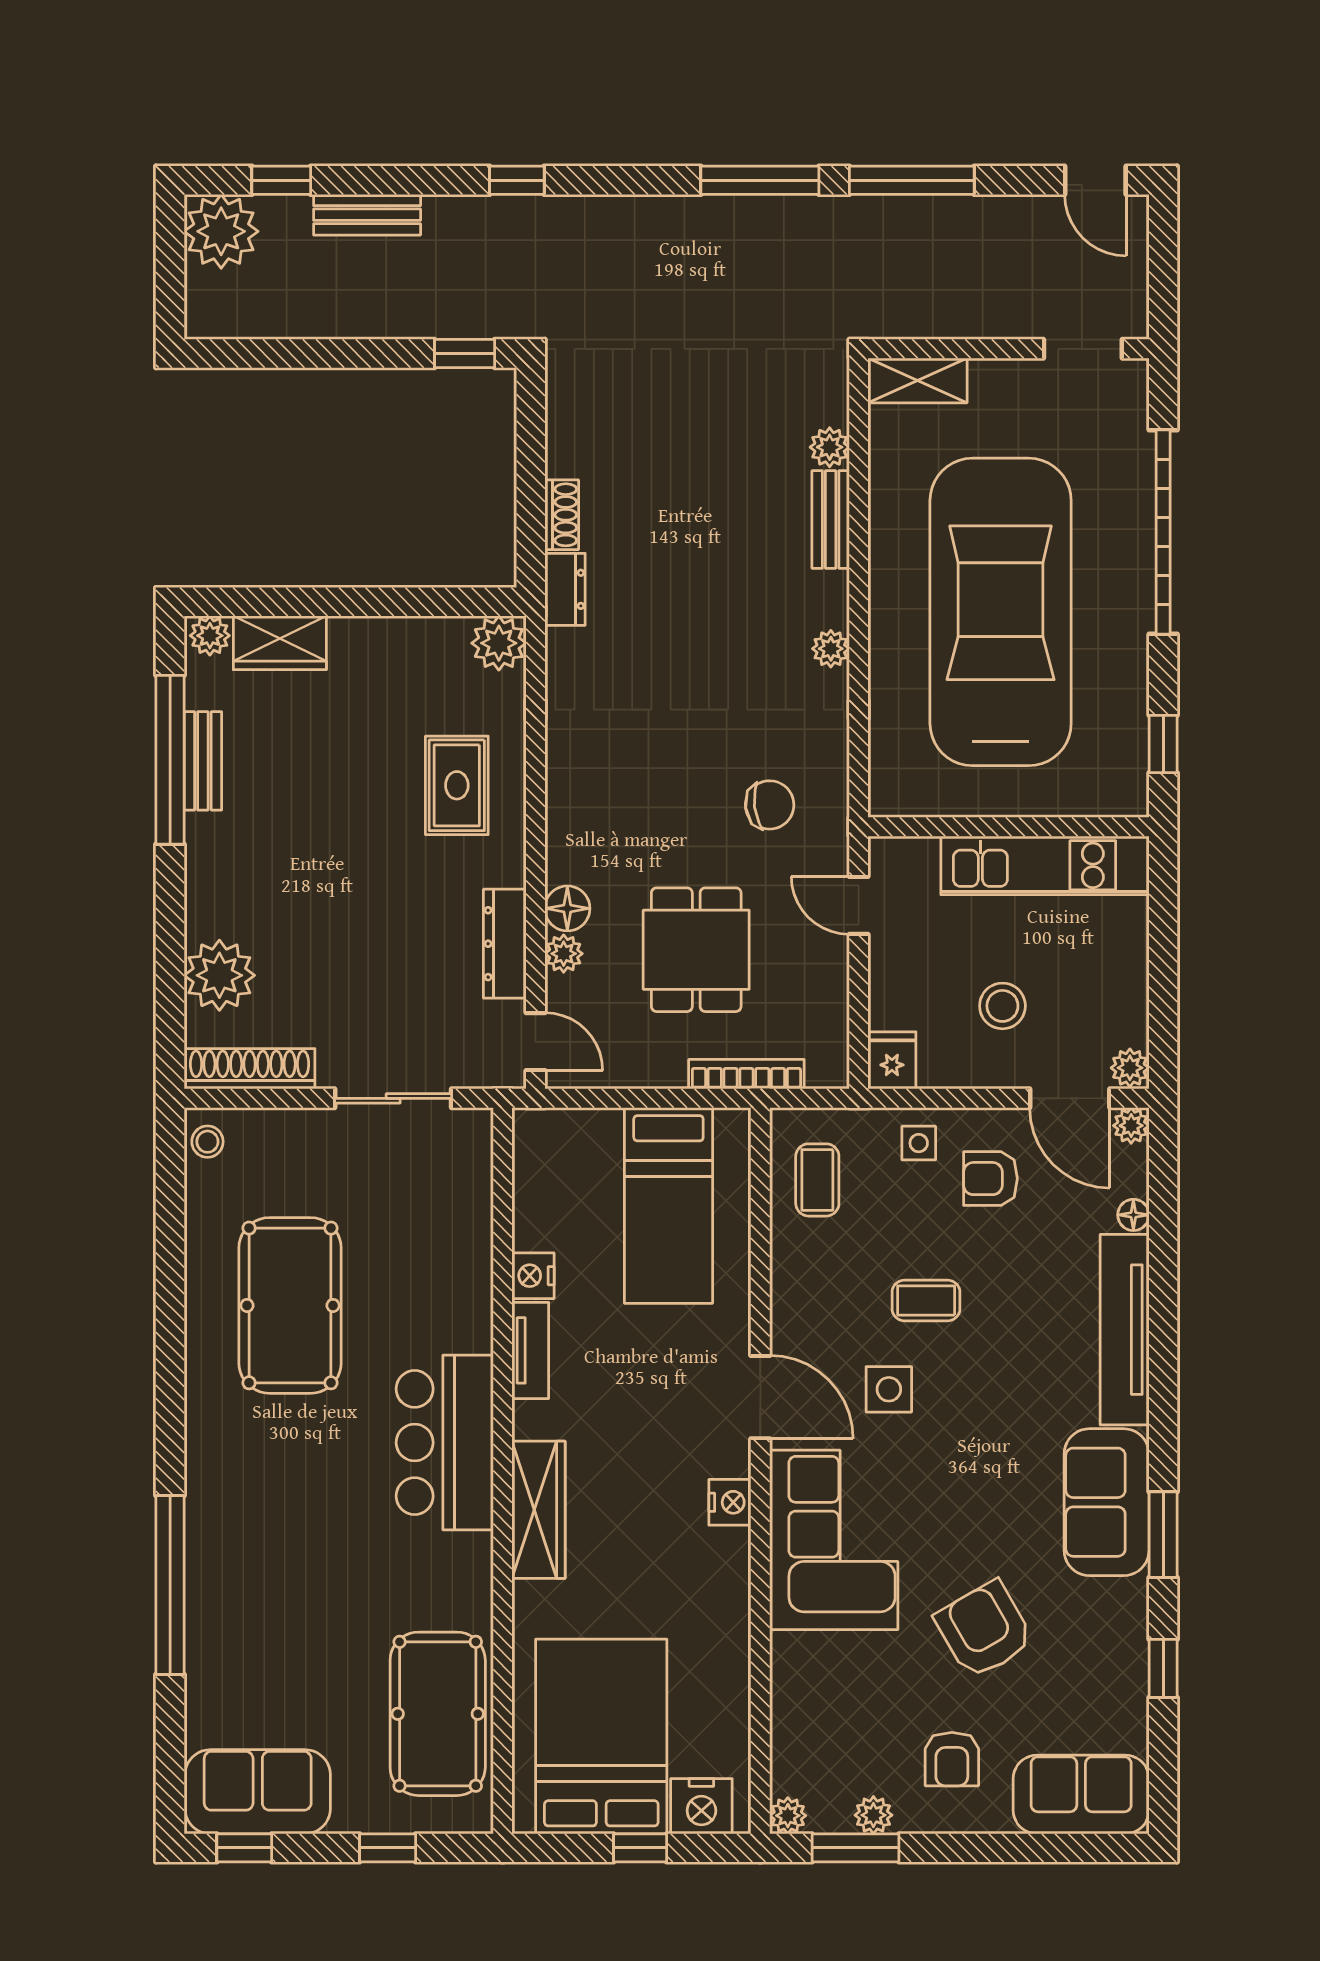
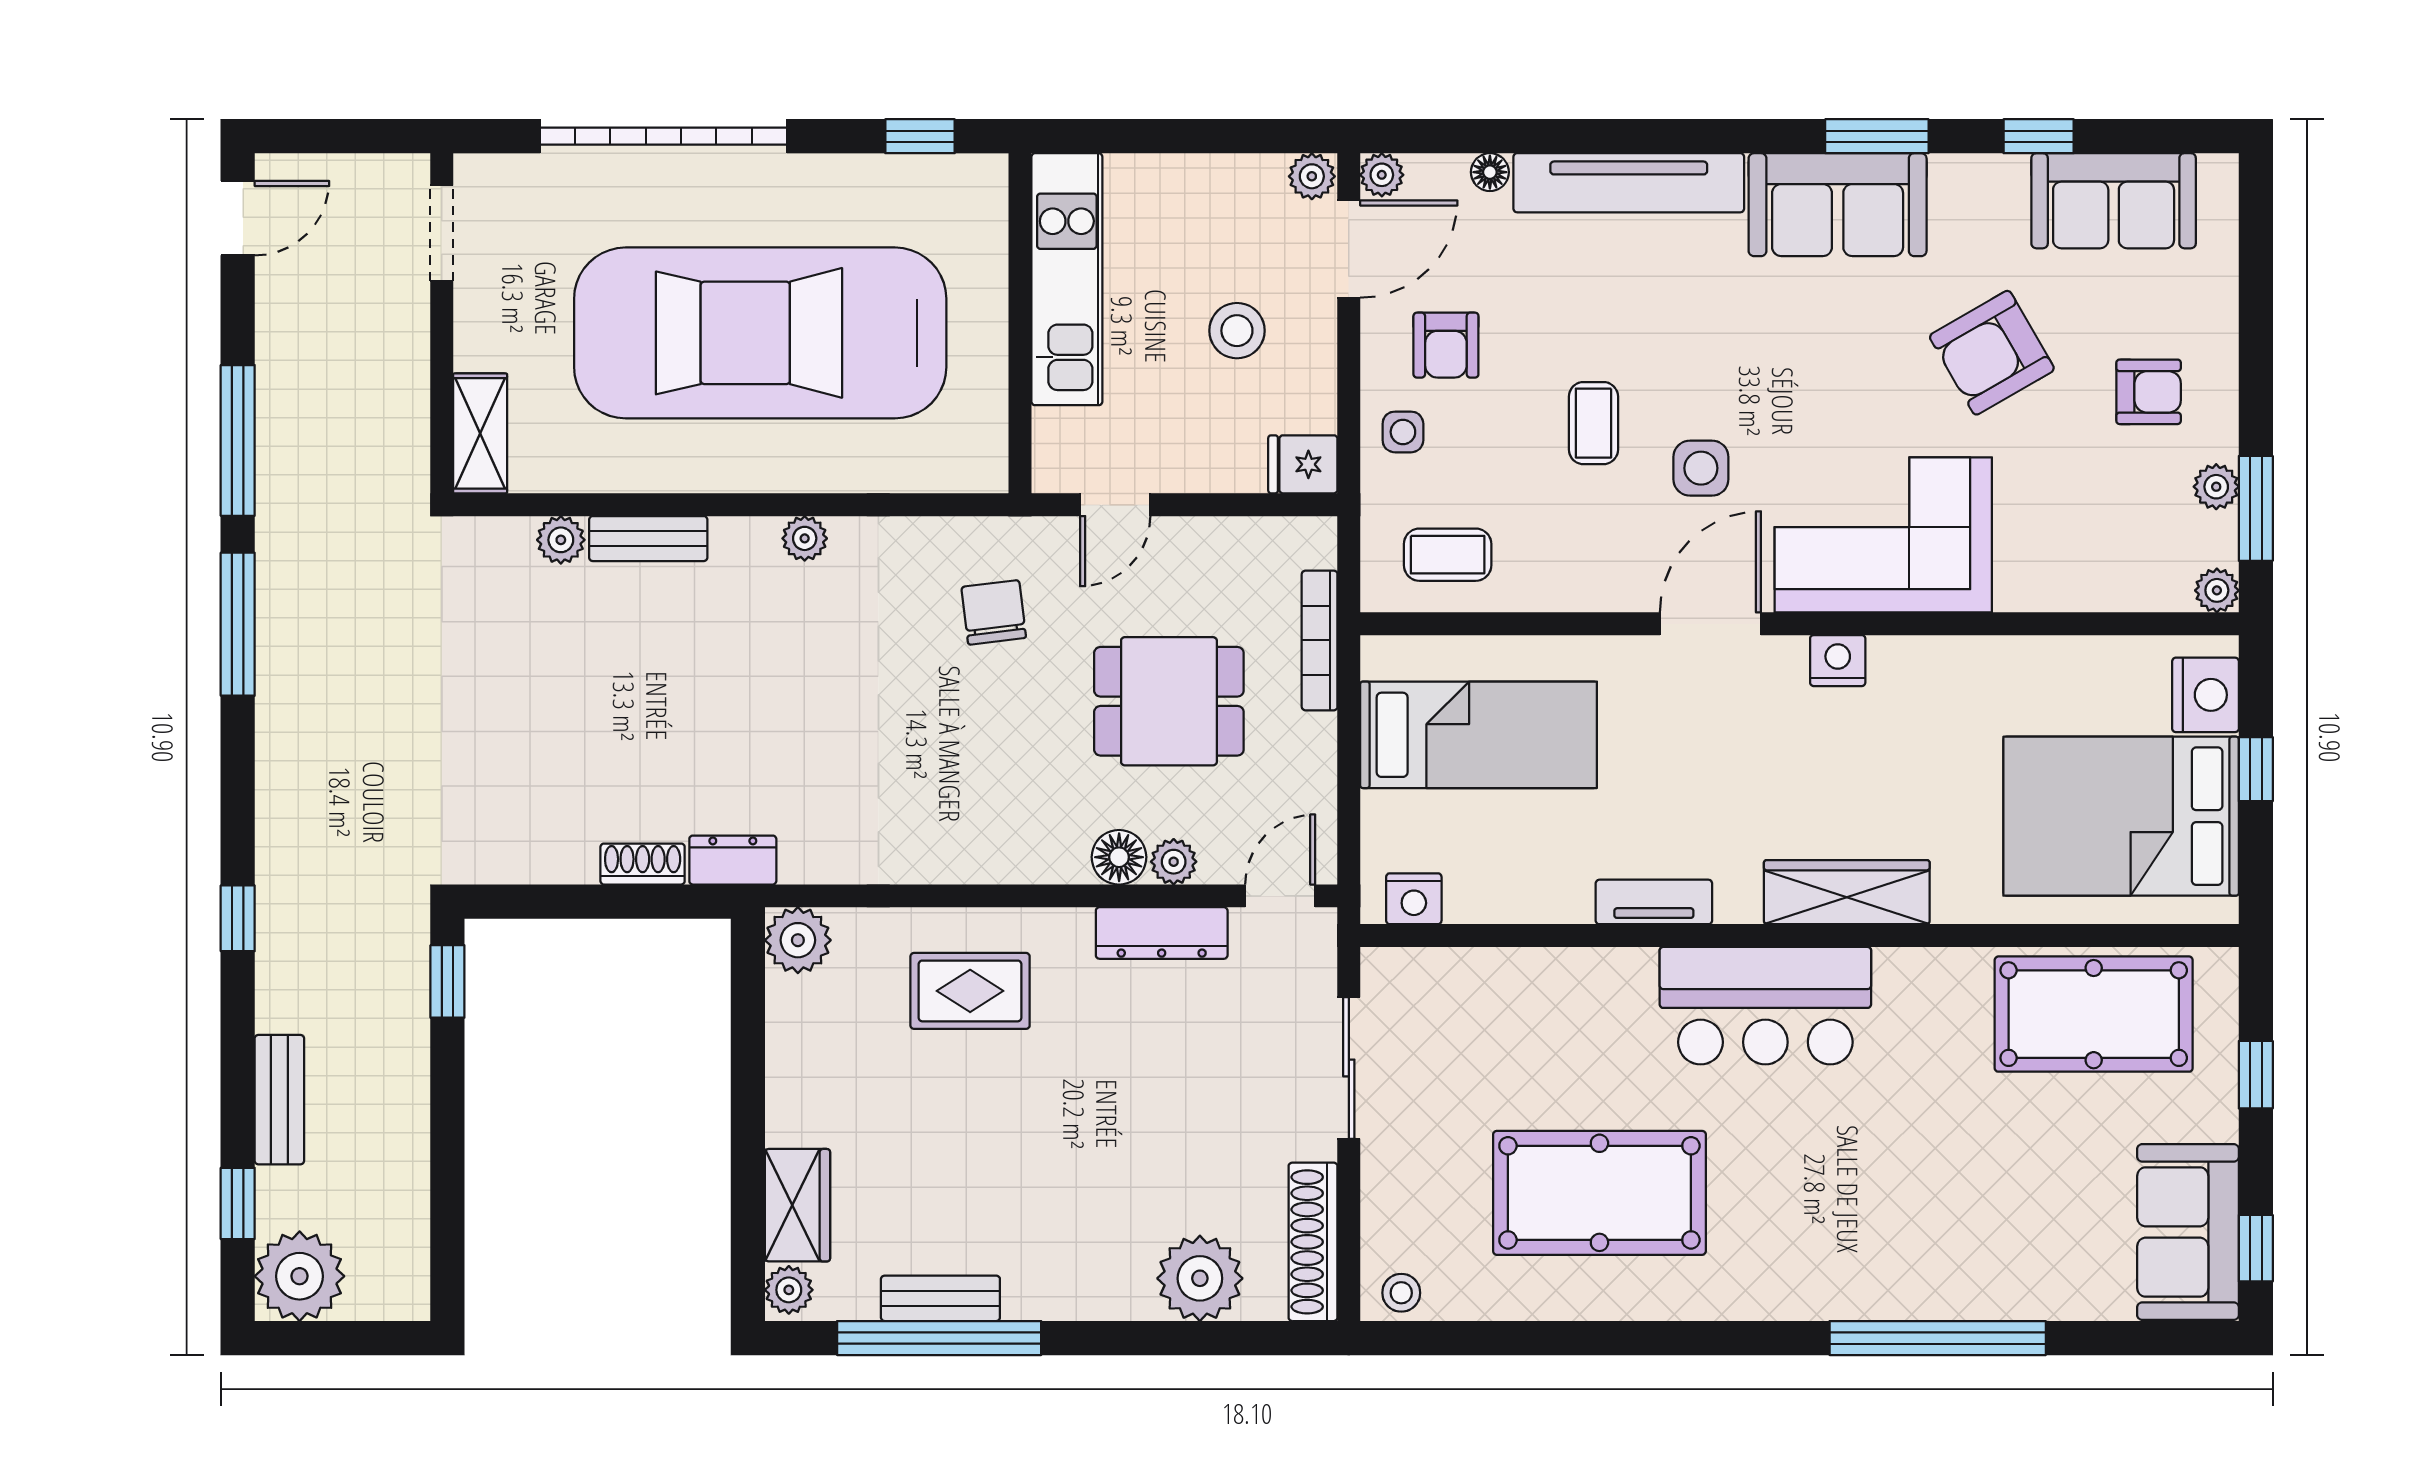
nightstand: (533, 1276) -> (1414, 899), moved
sofa: (1081, 1794) -> (2114, 201), moved, turned -90

